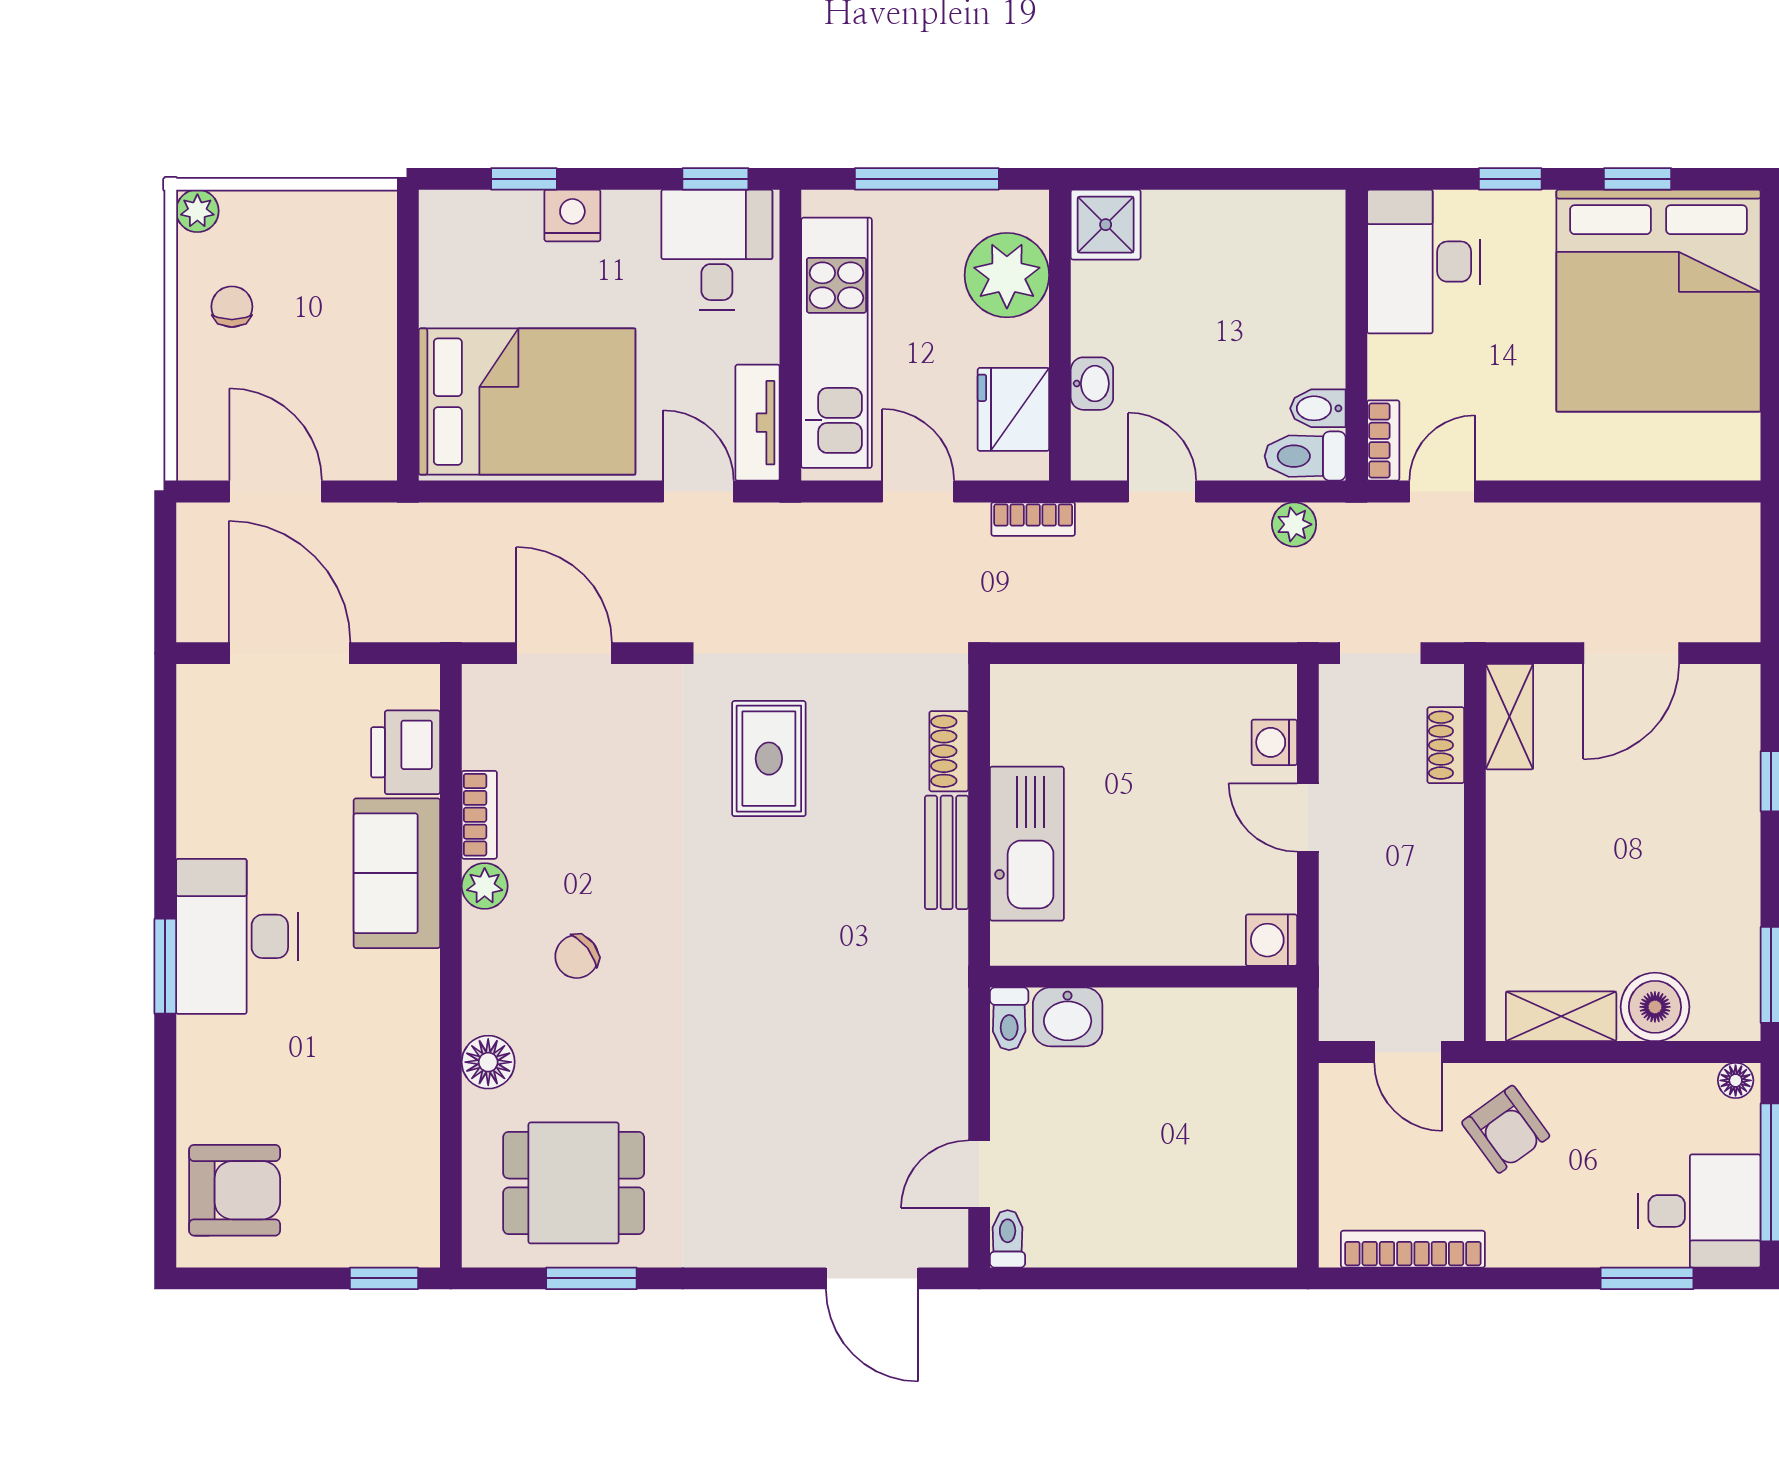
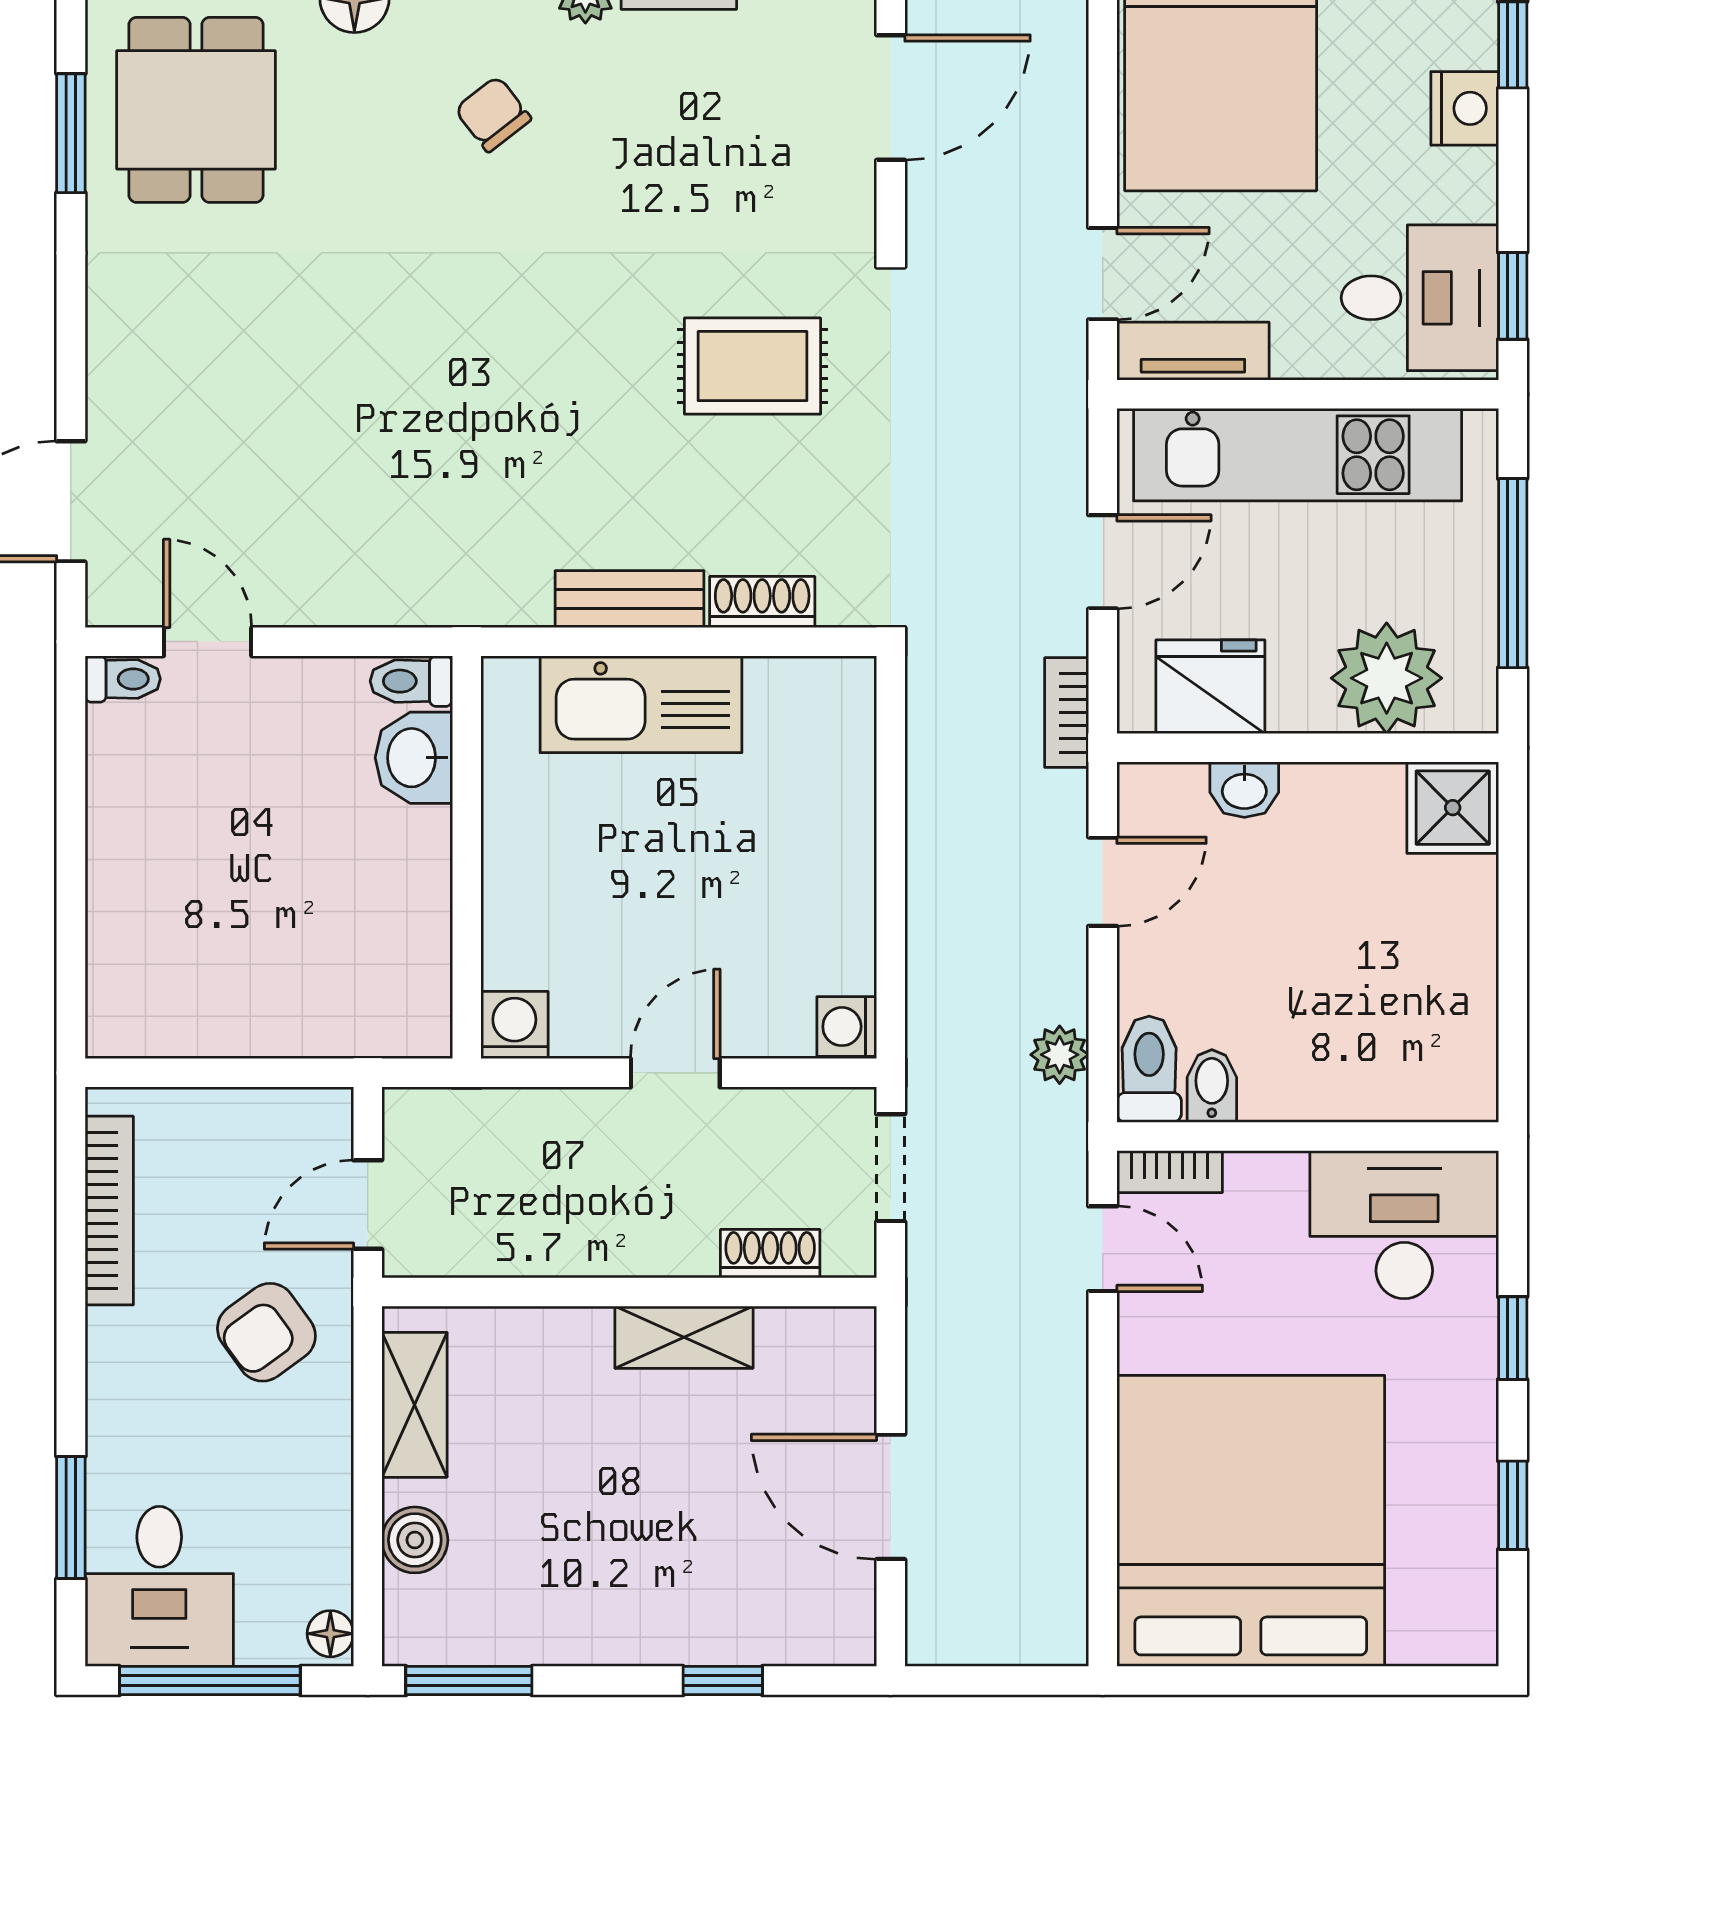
bed: (1658, 301) -> (1251, 1521), moved, turned 90
shelving: (1509, 717) -> (684, 1337), moved
washing machine: (1274, 742) -> (847, 1027), moved, turned -90
boiler: (1655, 1007) -> (415, 1540), width x0.73, depth x0.73

